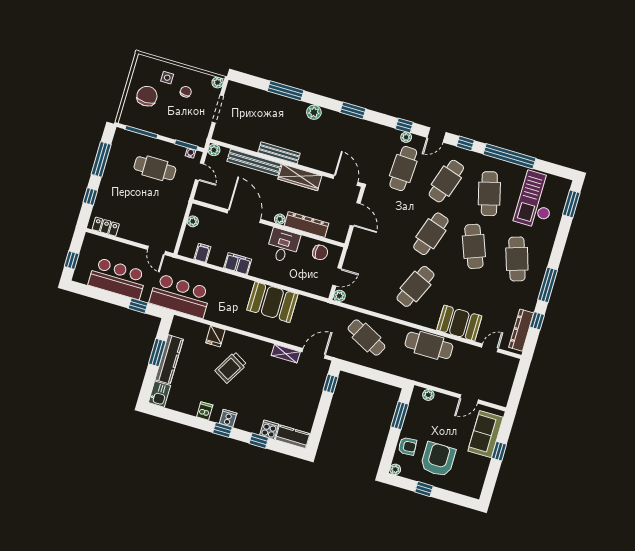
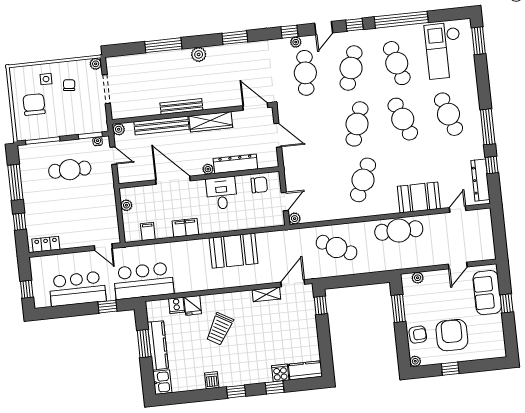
cooker: (228, 418) -> (177, 305), moved, turned 180

